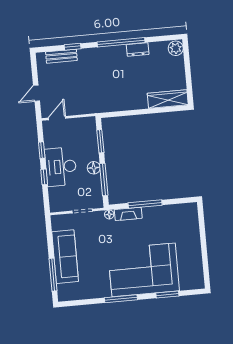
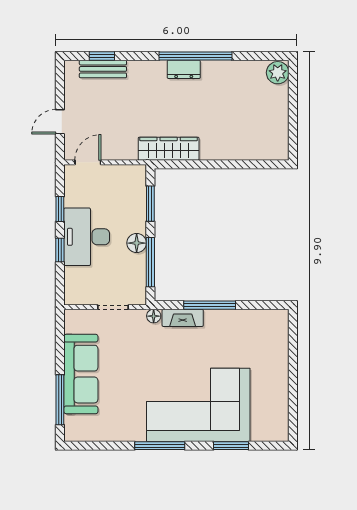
window: (73, 47) -> (102, 56), moved
dresser: (138, 49) -> (184, 69), moved
wardrobe: (168, 99) -> (169, 149), moved

